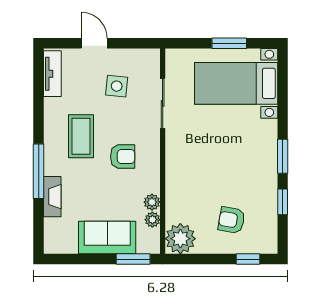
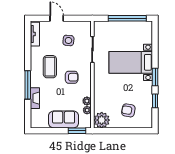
window: (229, 43) -> (127, 18), width x2.11
bed with nightstands: (236, 83) -> (131, 62), moved
window: (248, 259) -> (137, 131), removed

